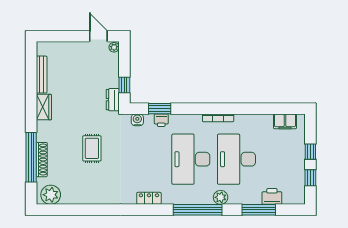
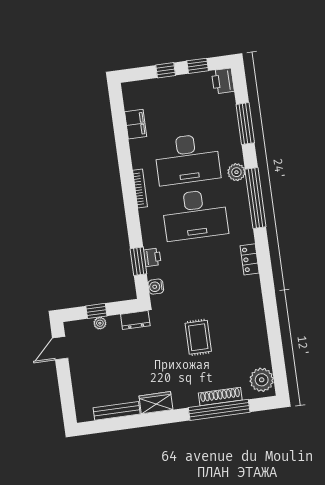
plant: (114, 47) -> (100, 323), moved
window: (124, 85) -> (96, 311), moved
filing cabinet: (285, 121) -> (136, 124), moved
rug: (92, 148) -> (198, 337), turned 90
printer: (272, 196) -> (223, 81), moved

